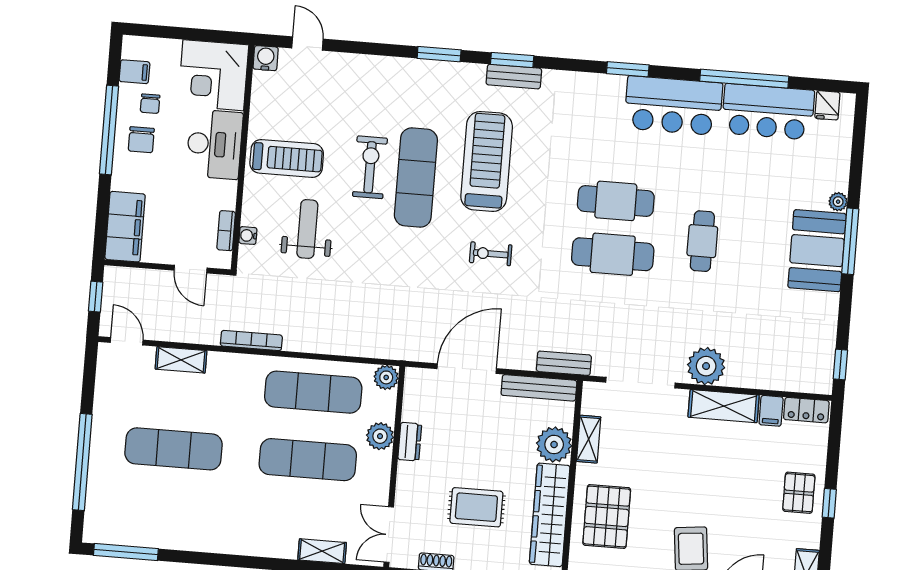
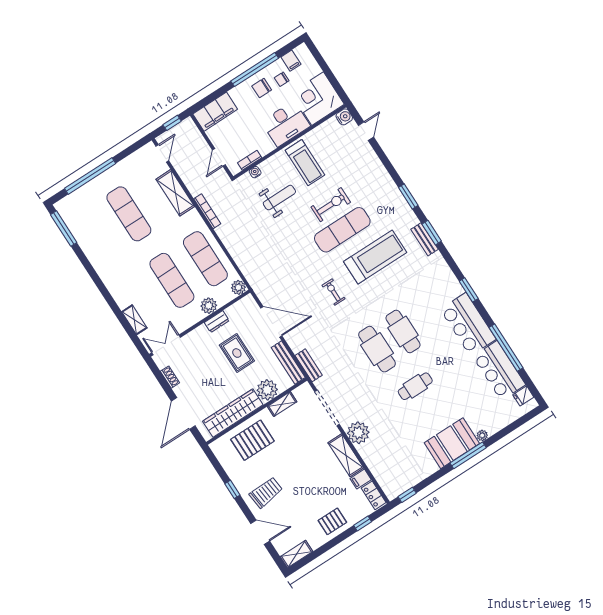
shelving: (181, 360) -> (175, 193), width x1.50, depth x1.33
window: (829, 503) -> (363, 524), moved
rug: (476, 507) -> (237, 353), moved

